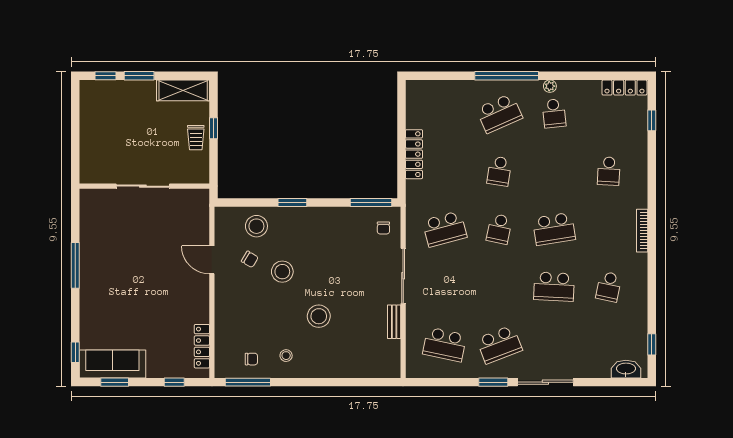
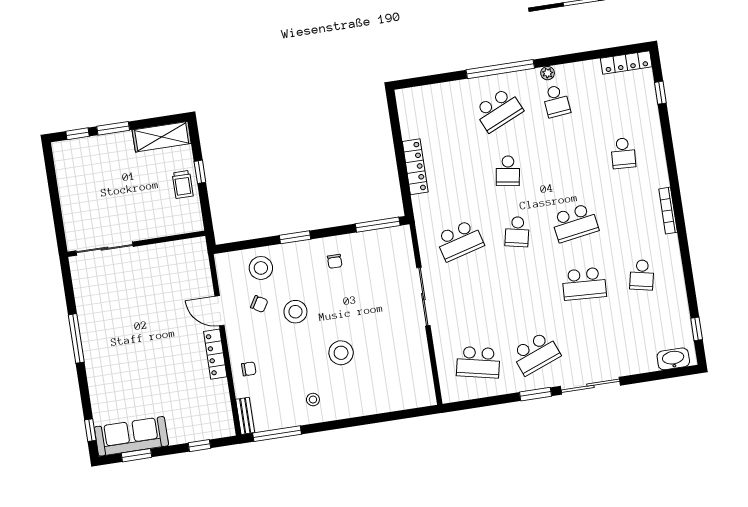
sliding door: (143, 186) -> (104, 249), moved
chair: (383, 228) -> (335, 261), moved
bench: (394, 322) -> (245, 416), moved
locker: (202, 346) -> (215, 354), moved
chair: (251, 359) -> (249, 369), moved

